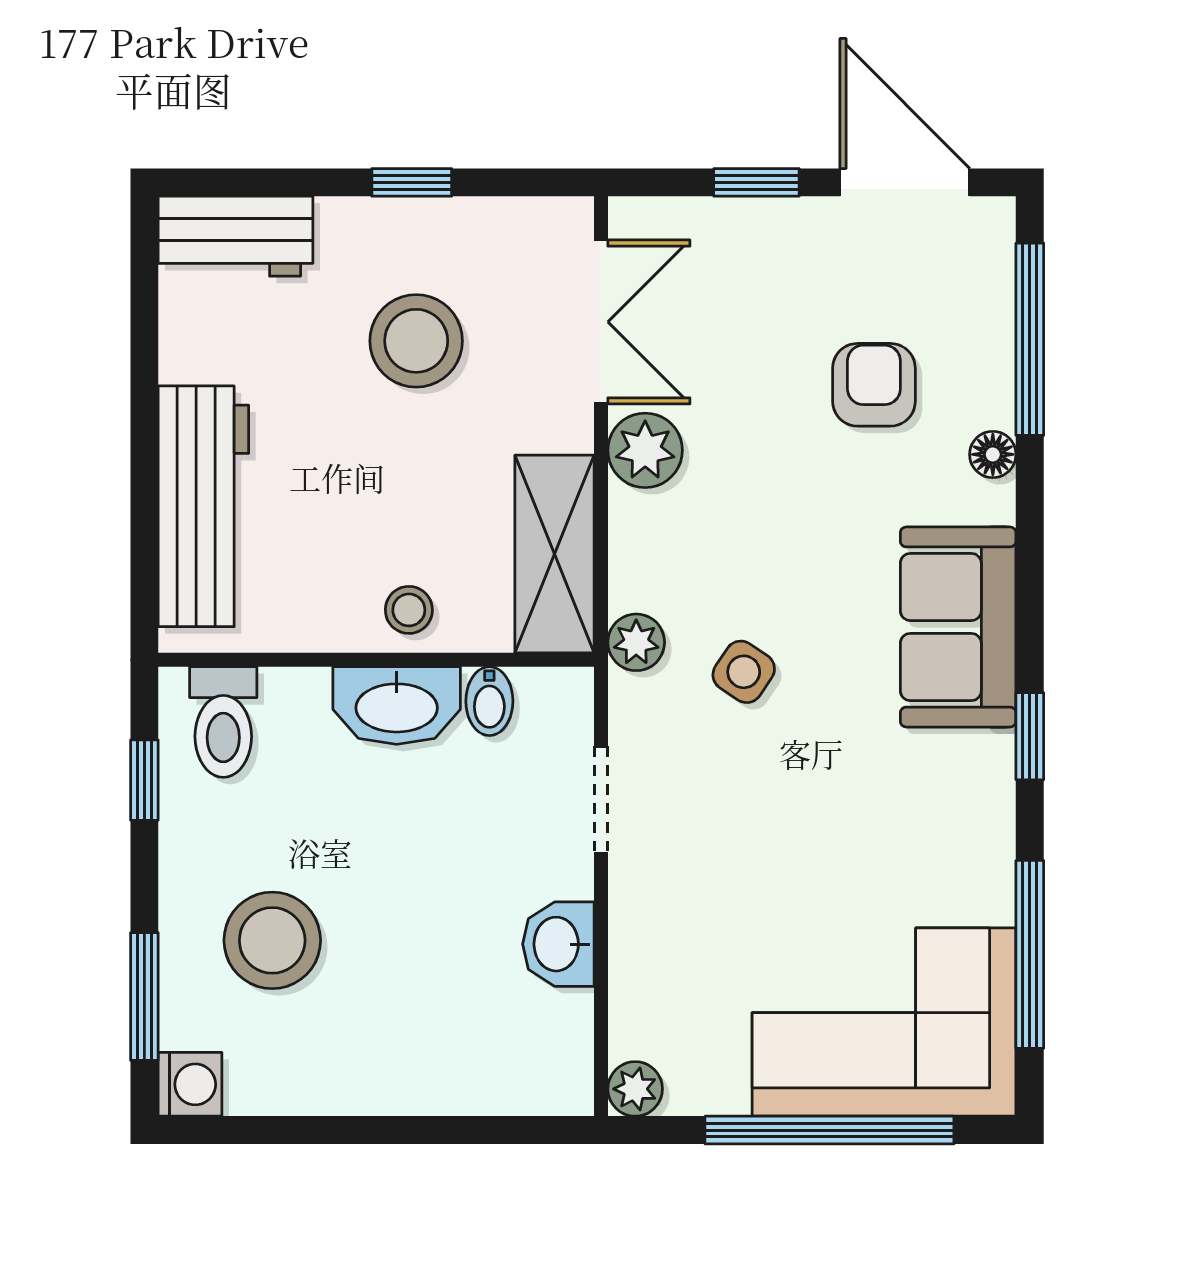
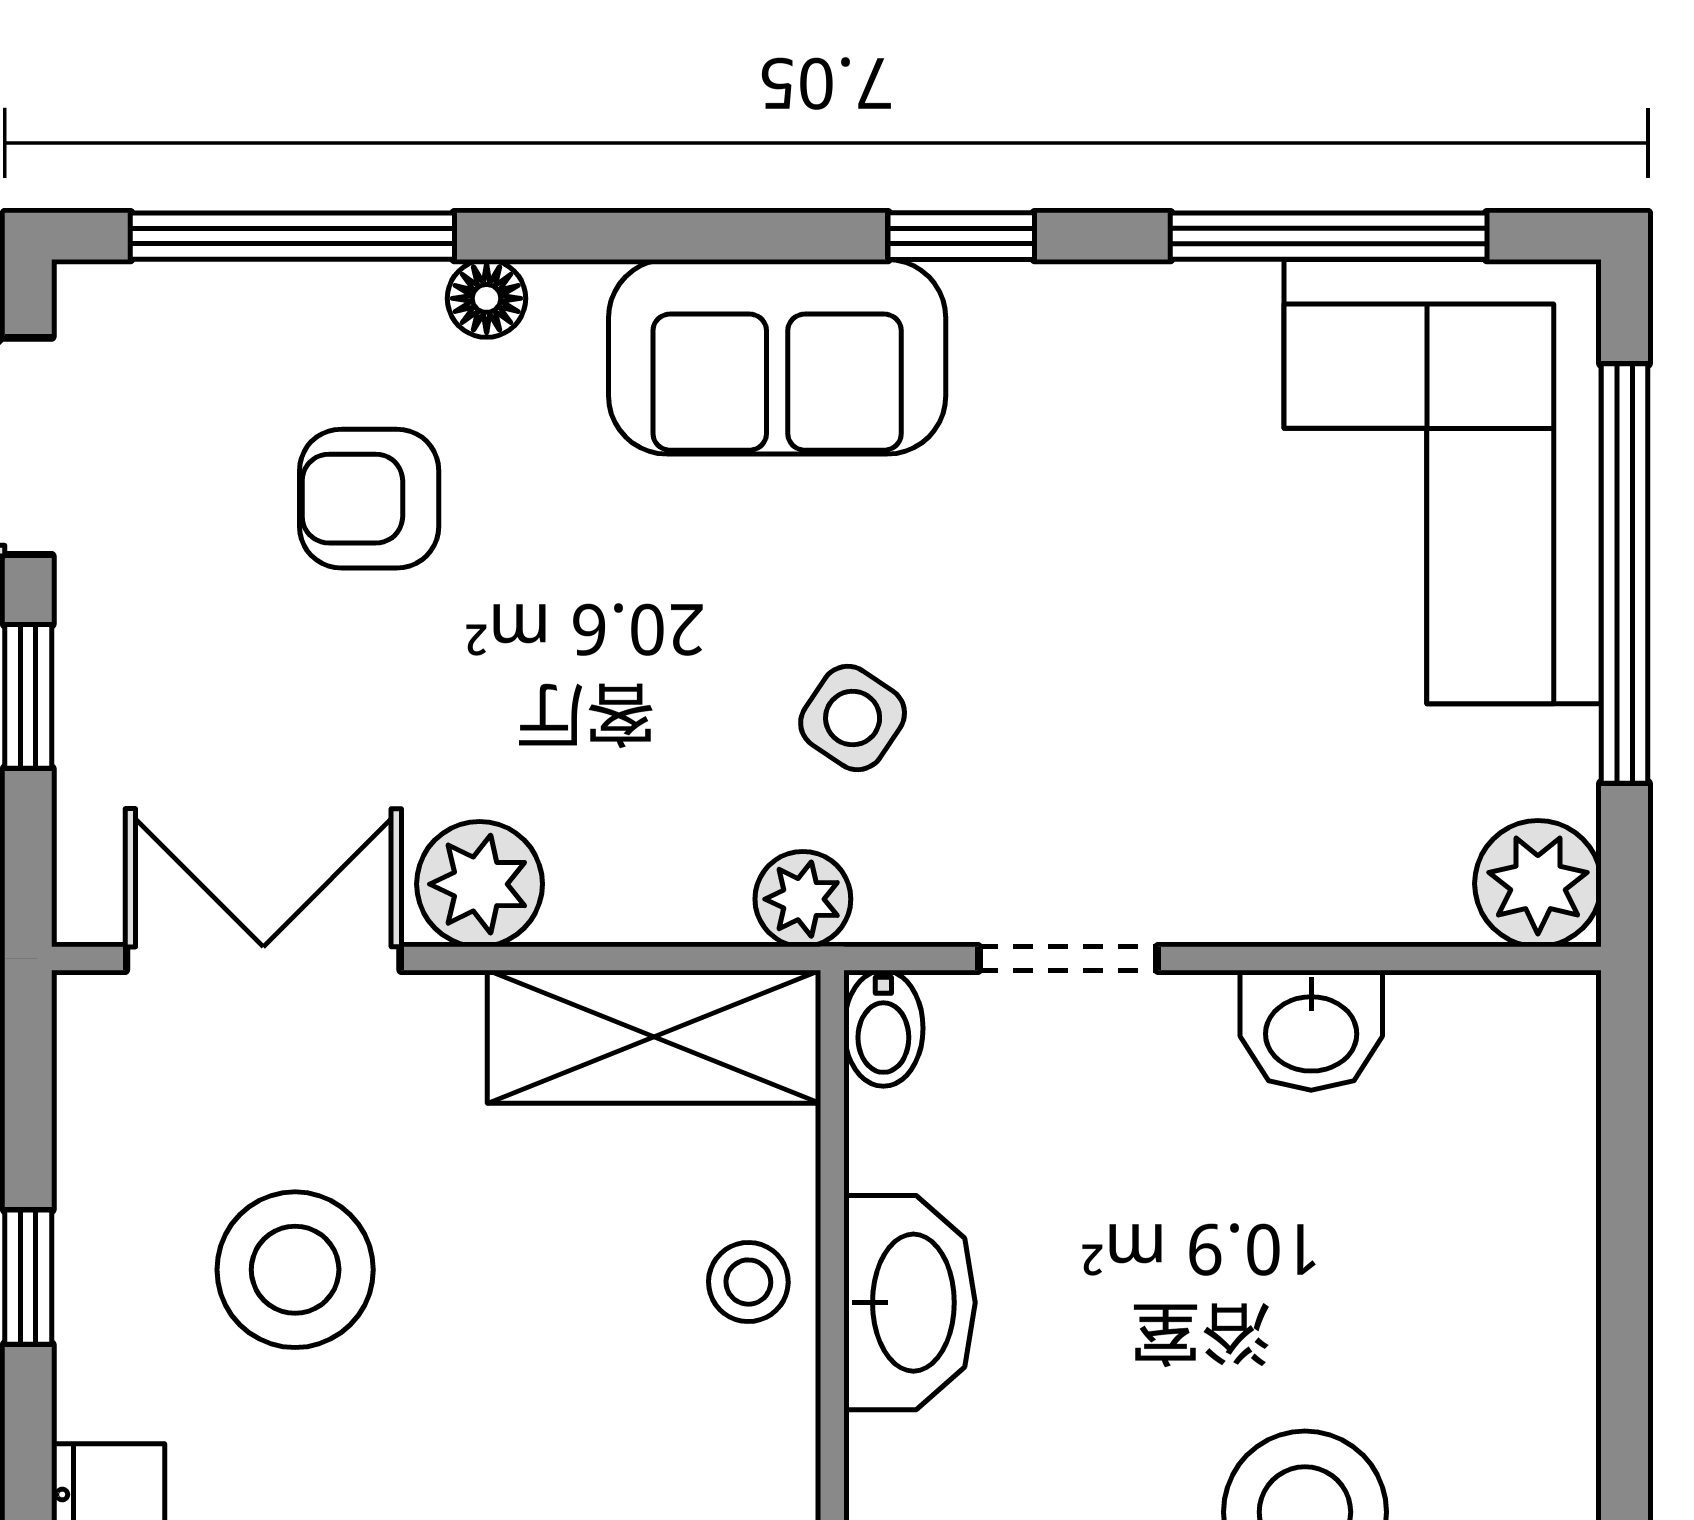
bidet: (489, 701) -> (883, 1028), moved, turned 90
plant: (635, 1089) -> (1538, 884), width x1.38, depth x1.38

